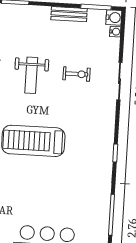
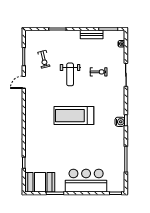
water cooler: (114, 18) -> (120, 122), moved

